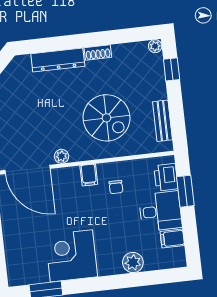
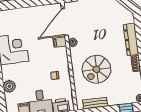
filing cabinet: (89, 175) -> (60, 42), moved

